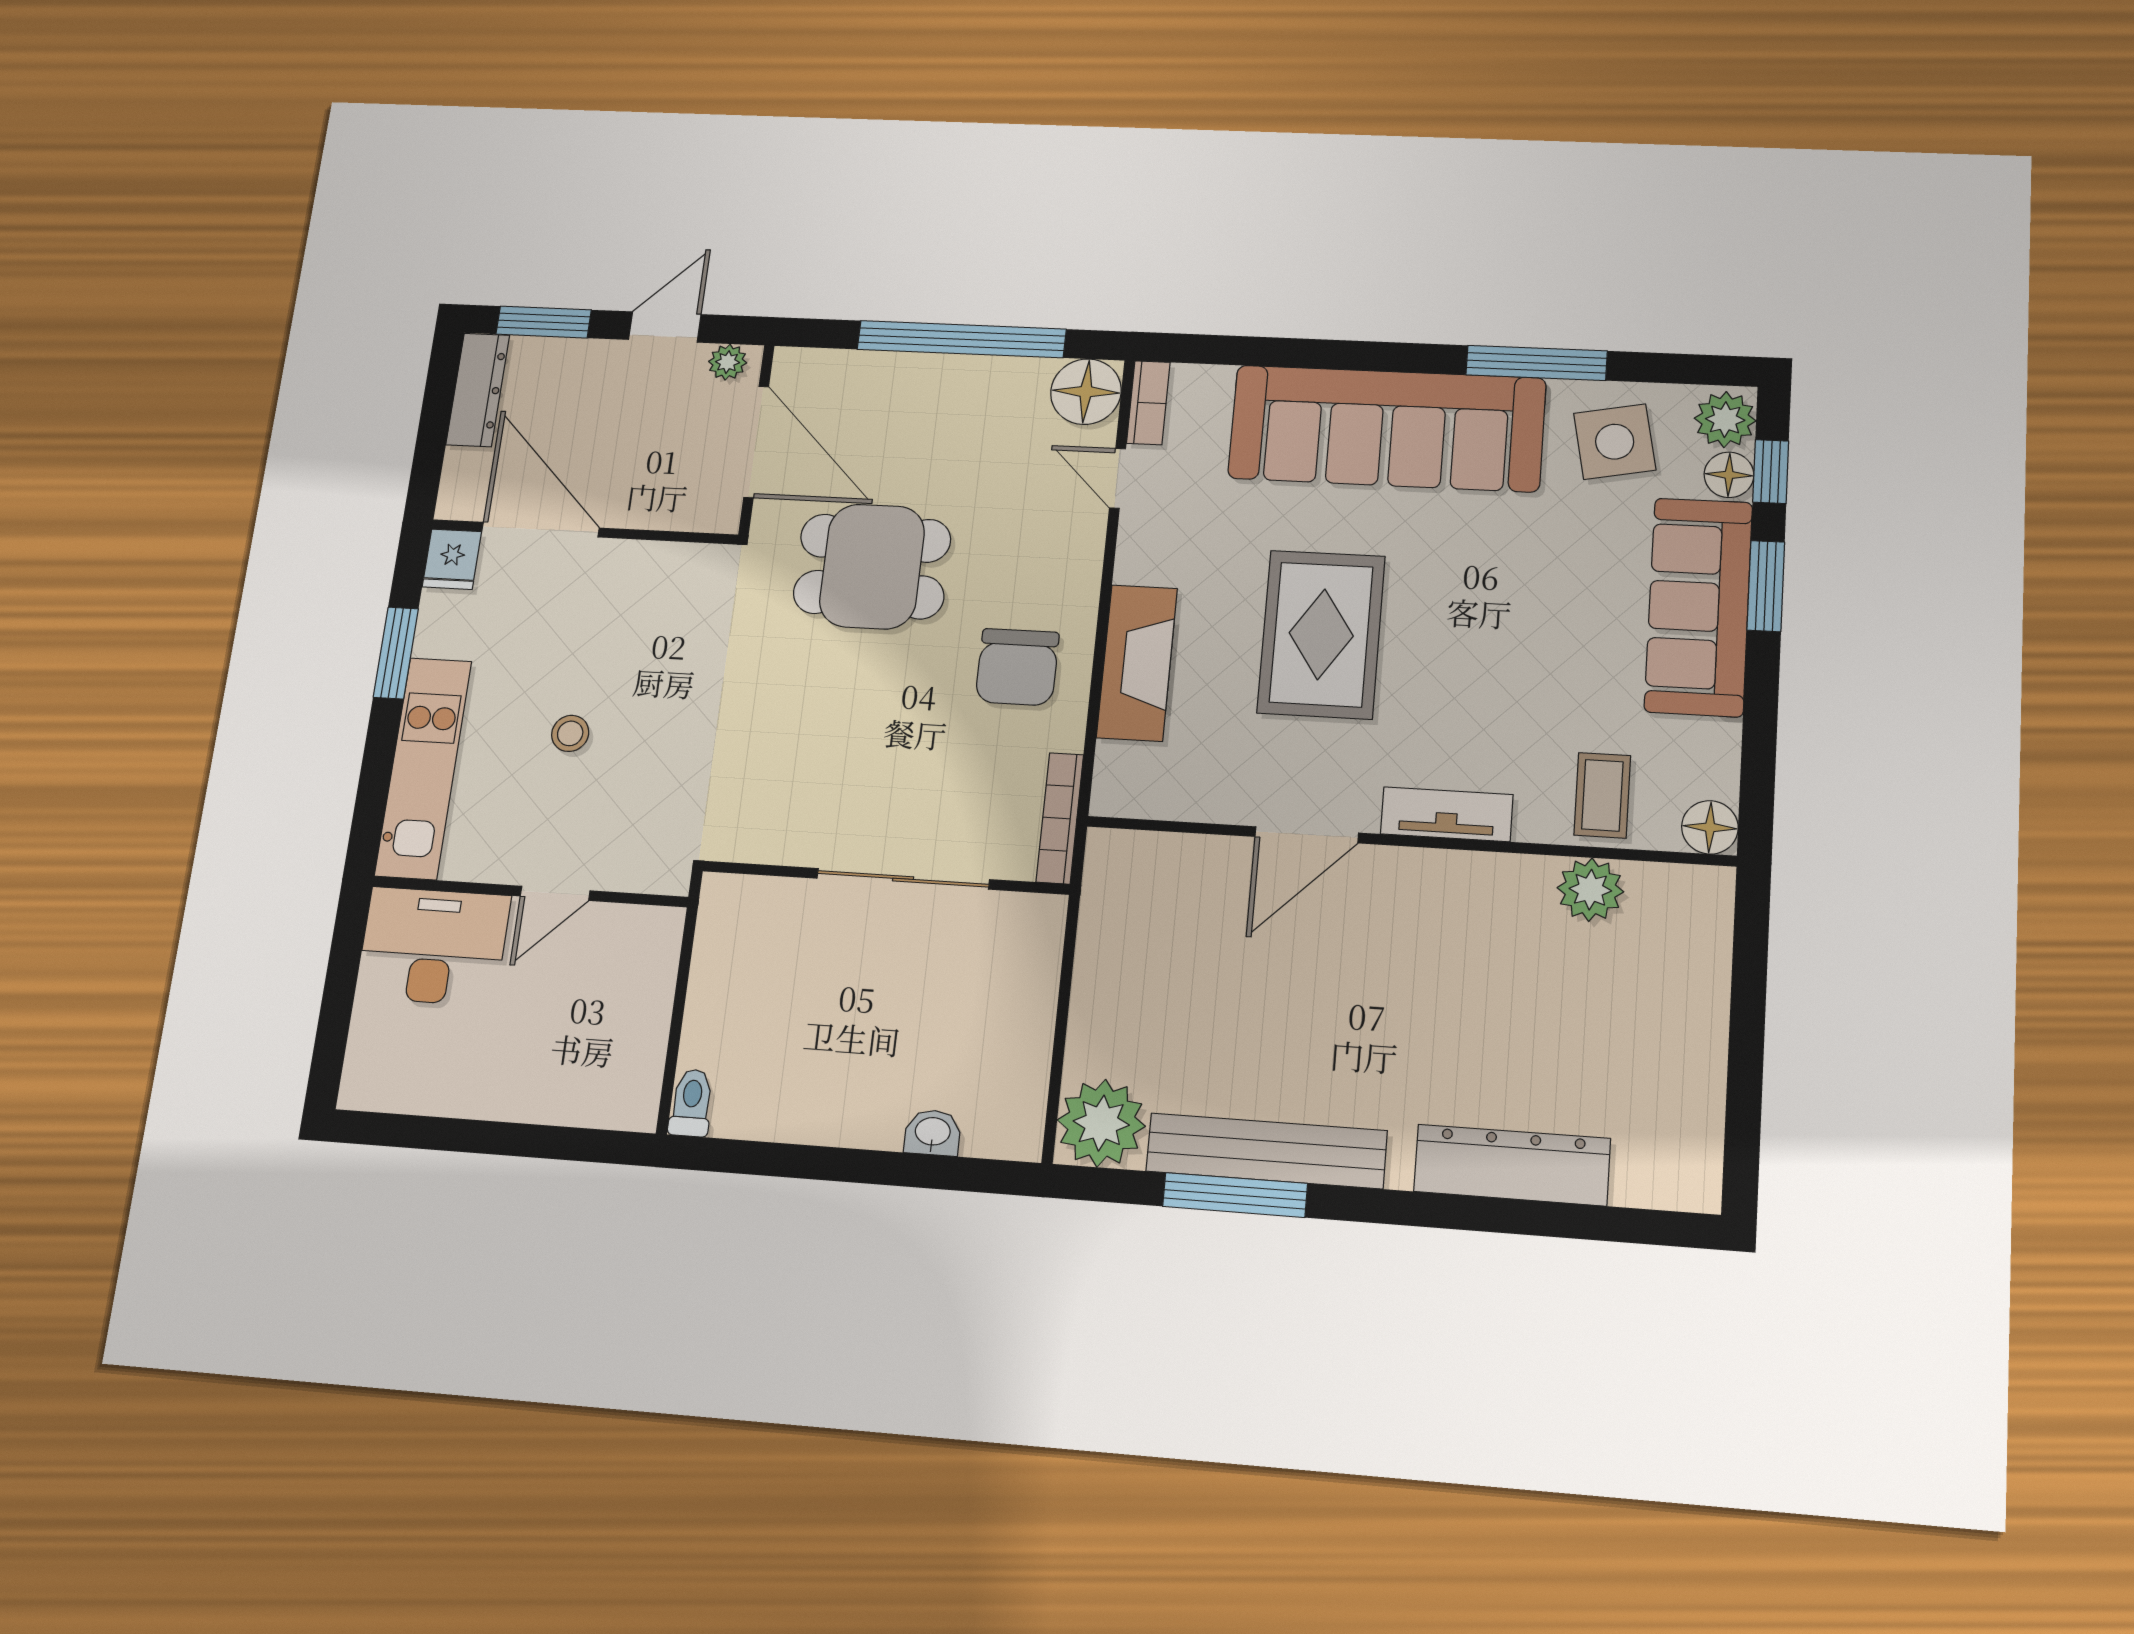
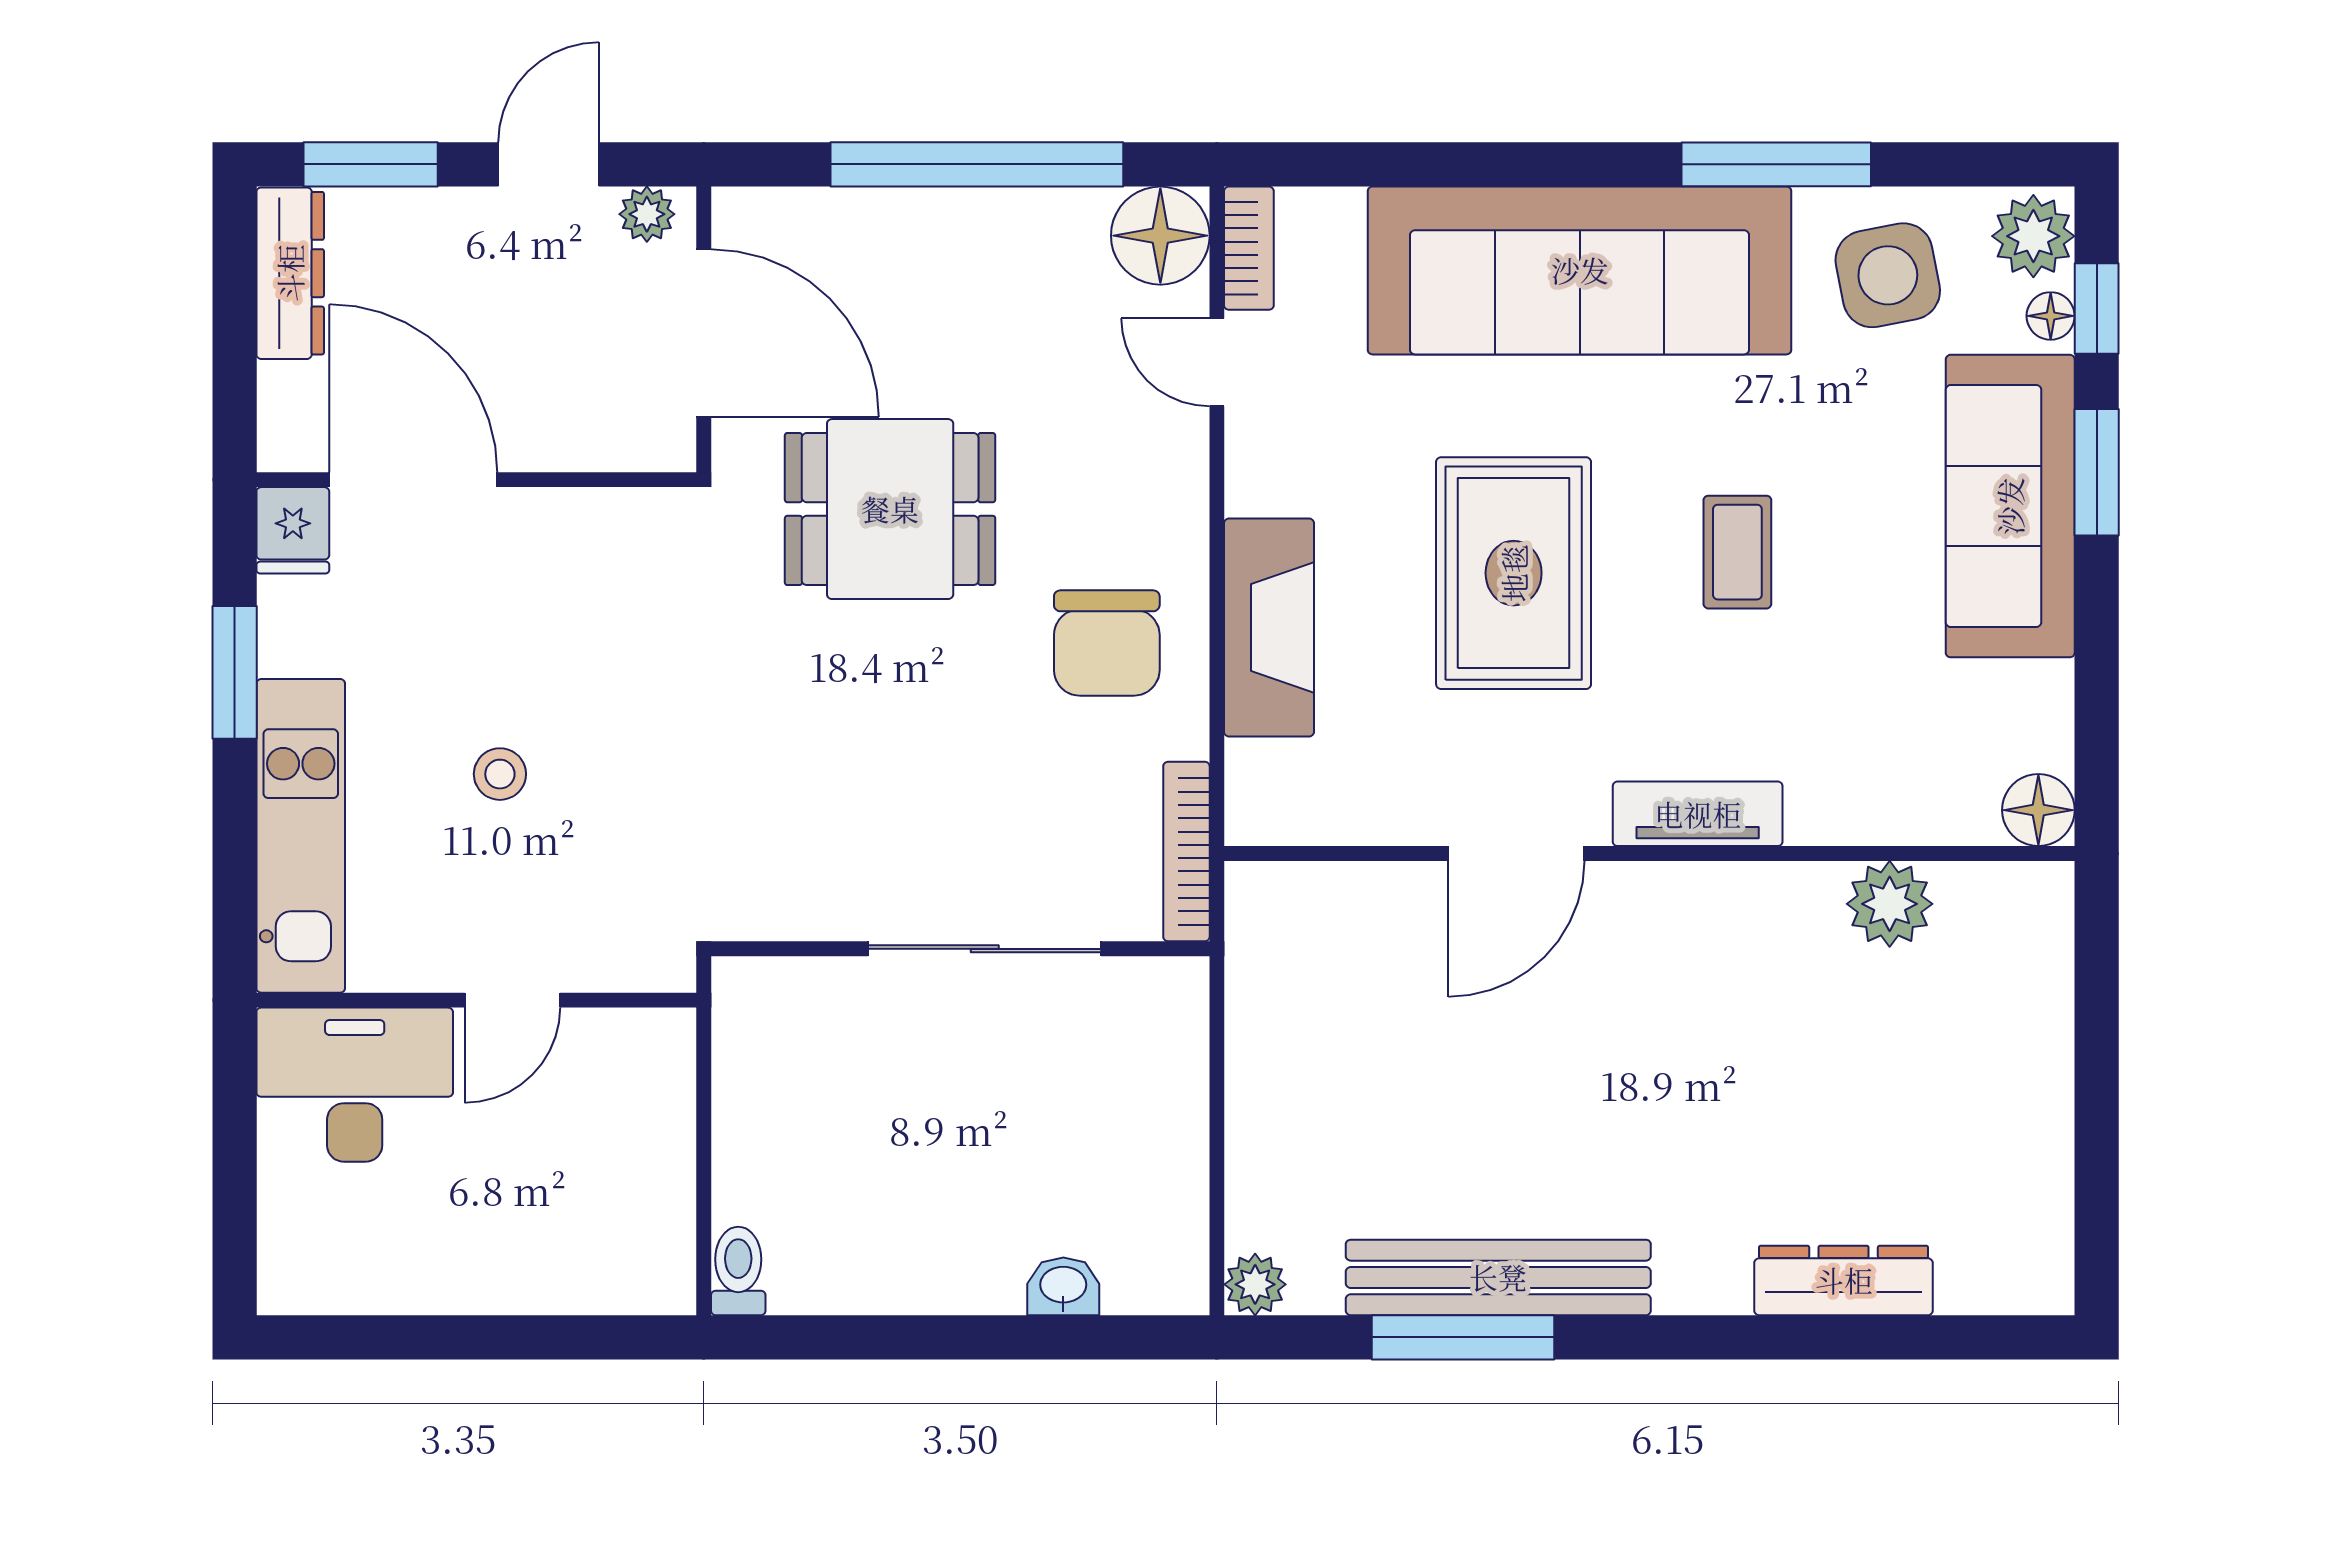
floor lamp: (1729, 475) -> (2051, 316), width x0.73, depth x0.73
coffee table: (1602, 795) -> (1737, 552), moved
plant: (1101, 1123) -> (1255, 1284), width x0.53, depth x0.53
dresser: (1512, 1165) -> (1844, 1280), width x0.73, depth x0.80

